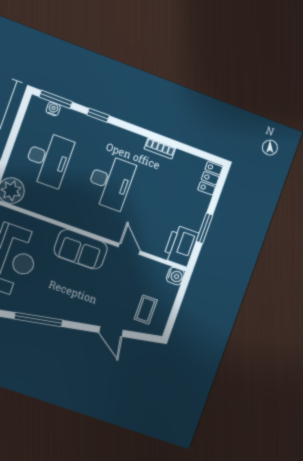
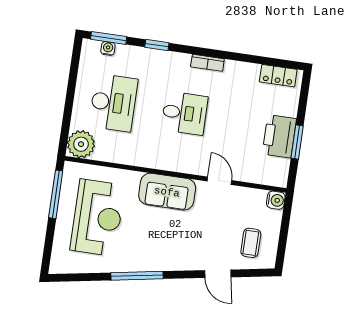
bookcase: (160, 149) -> (207, 63), moved
locker: (210, 178) -> (278, 76), moved, turned -90
desk: (110, 182) -> (184, 113), width x0.73
printer: (181, 246) -> (279, 136), moved

